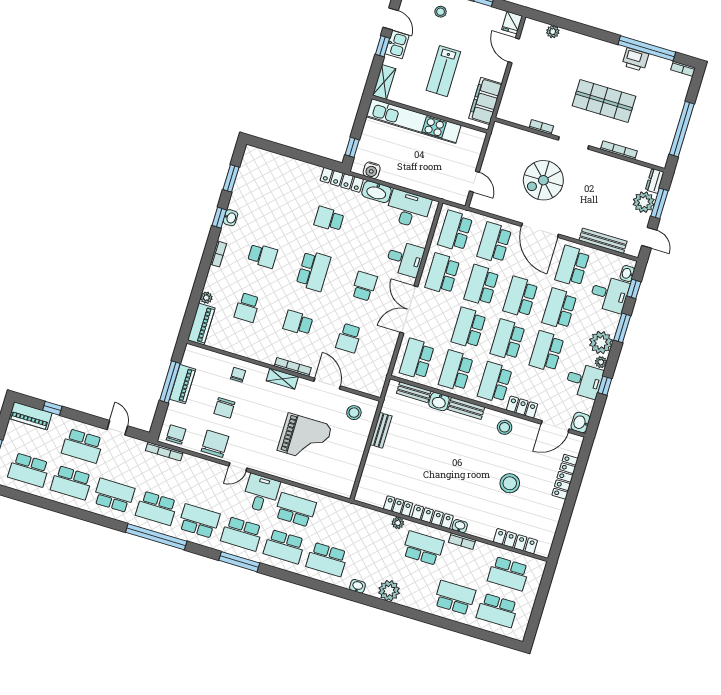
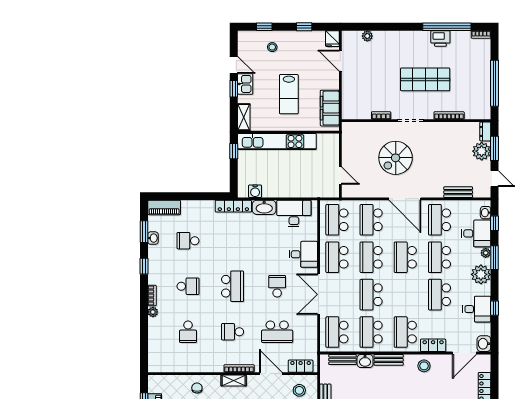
window: (352, 147) -> (234, 151), moved
washbasin: (230, 218) -> (153, 238), moved
school desk: (329, 219) -> (188, 241), moved
bench: (603, 241) -> (458, 192), width x0.73
plant: (206, 298) -> (153, 312), moved
piano: (201, 324) -> (164, 207), moved, turned 90
school desk: (349, 338) -> (277, 332), width x1.85
school desk: (508, 340) -> (405, 295), removed
plant: (601, 362) -> (486, 253), moved
locker: (364, 385) -> (301, 366), added

